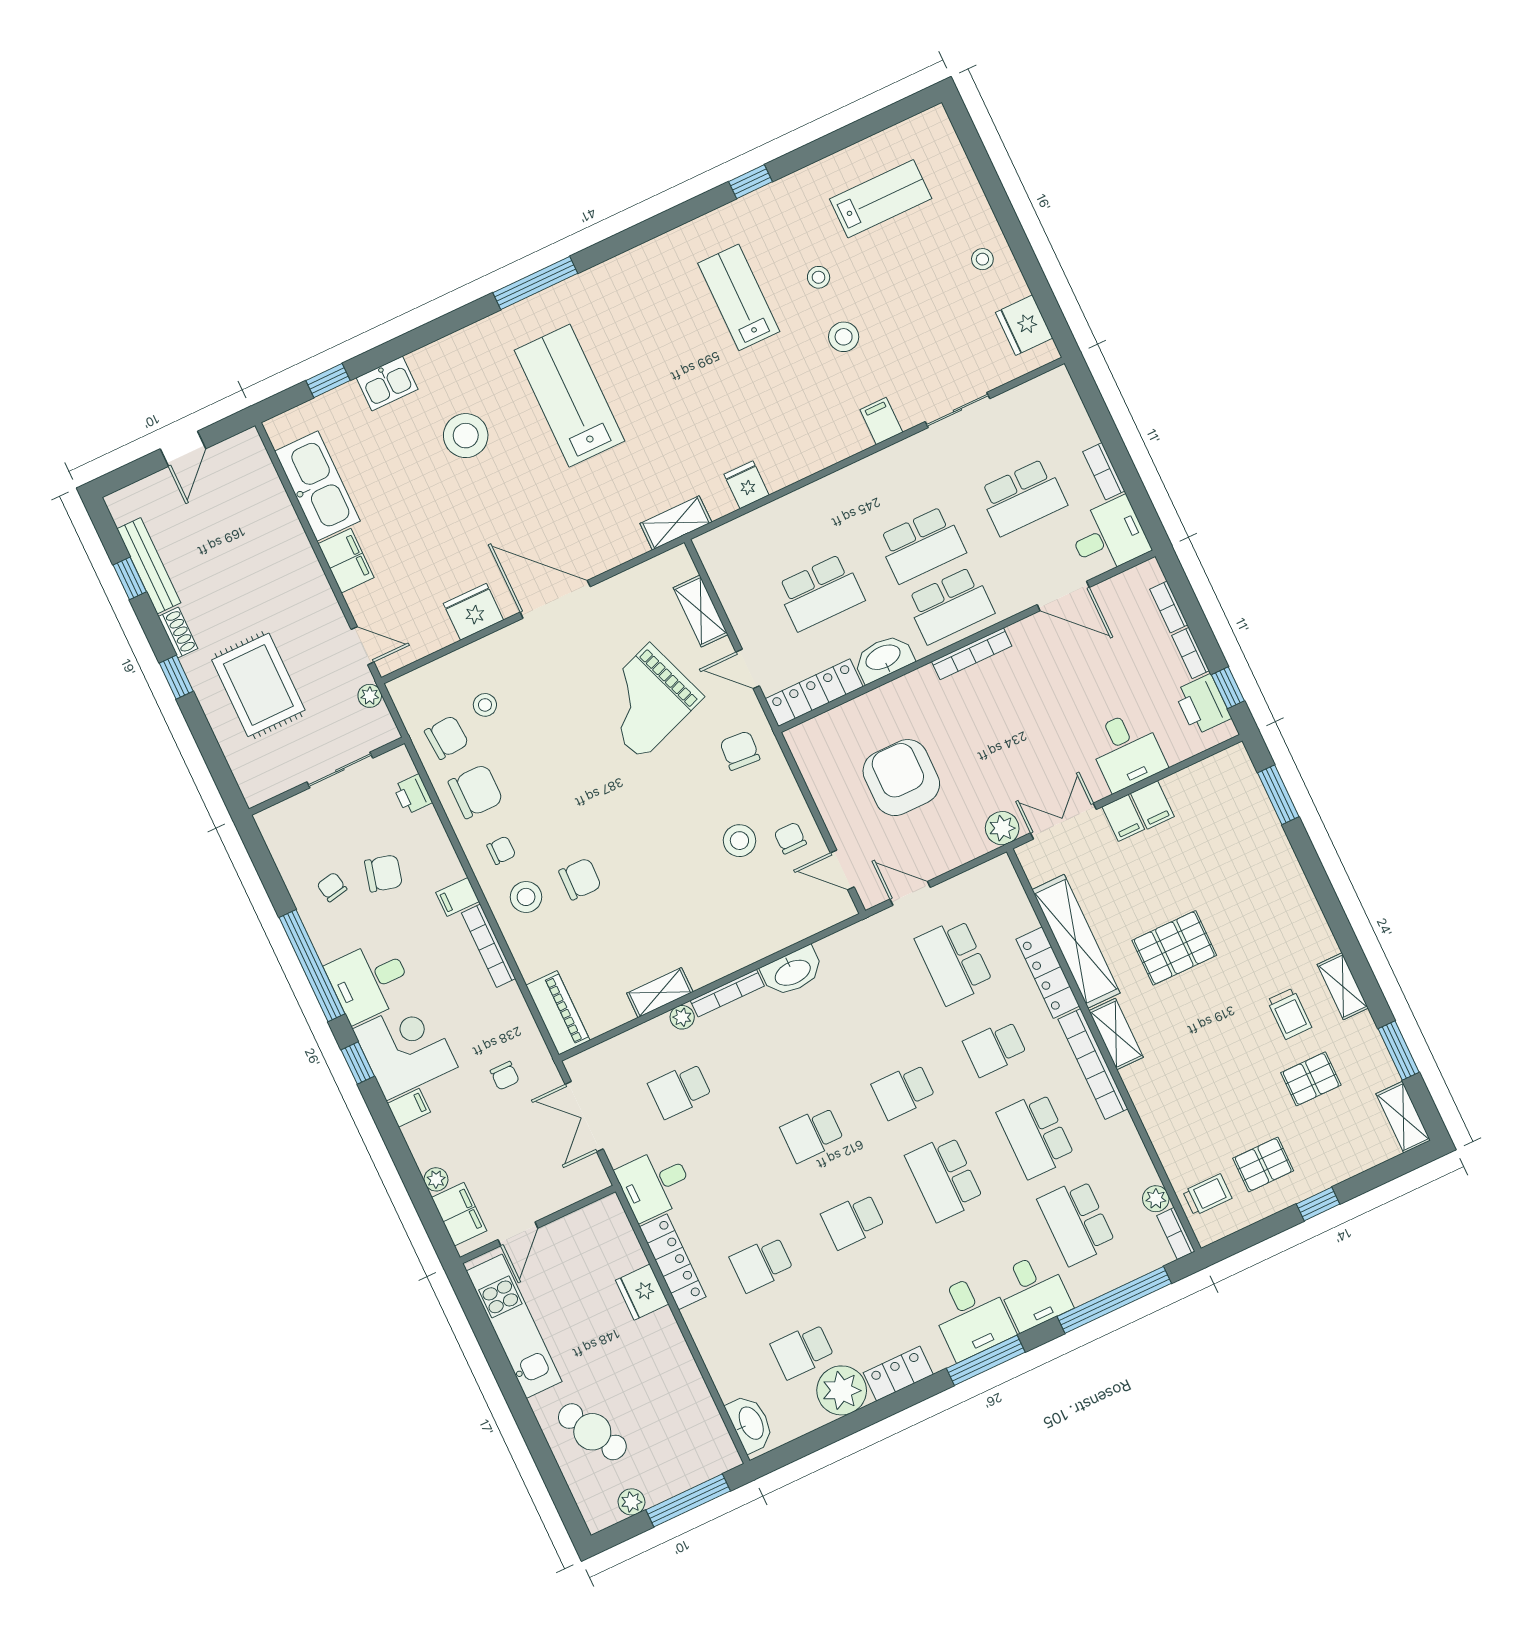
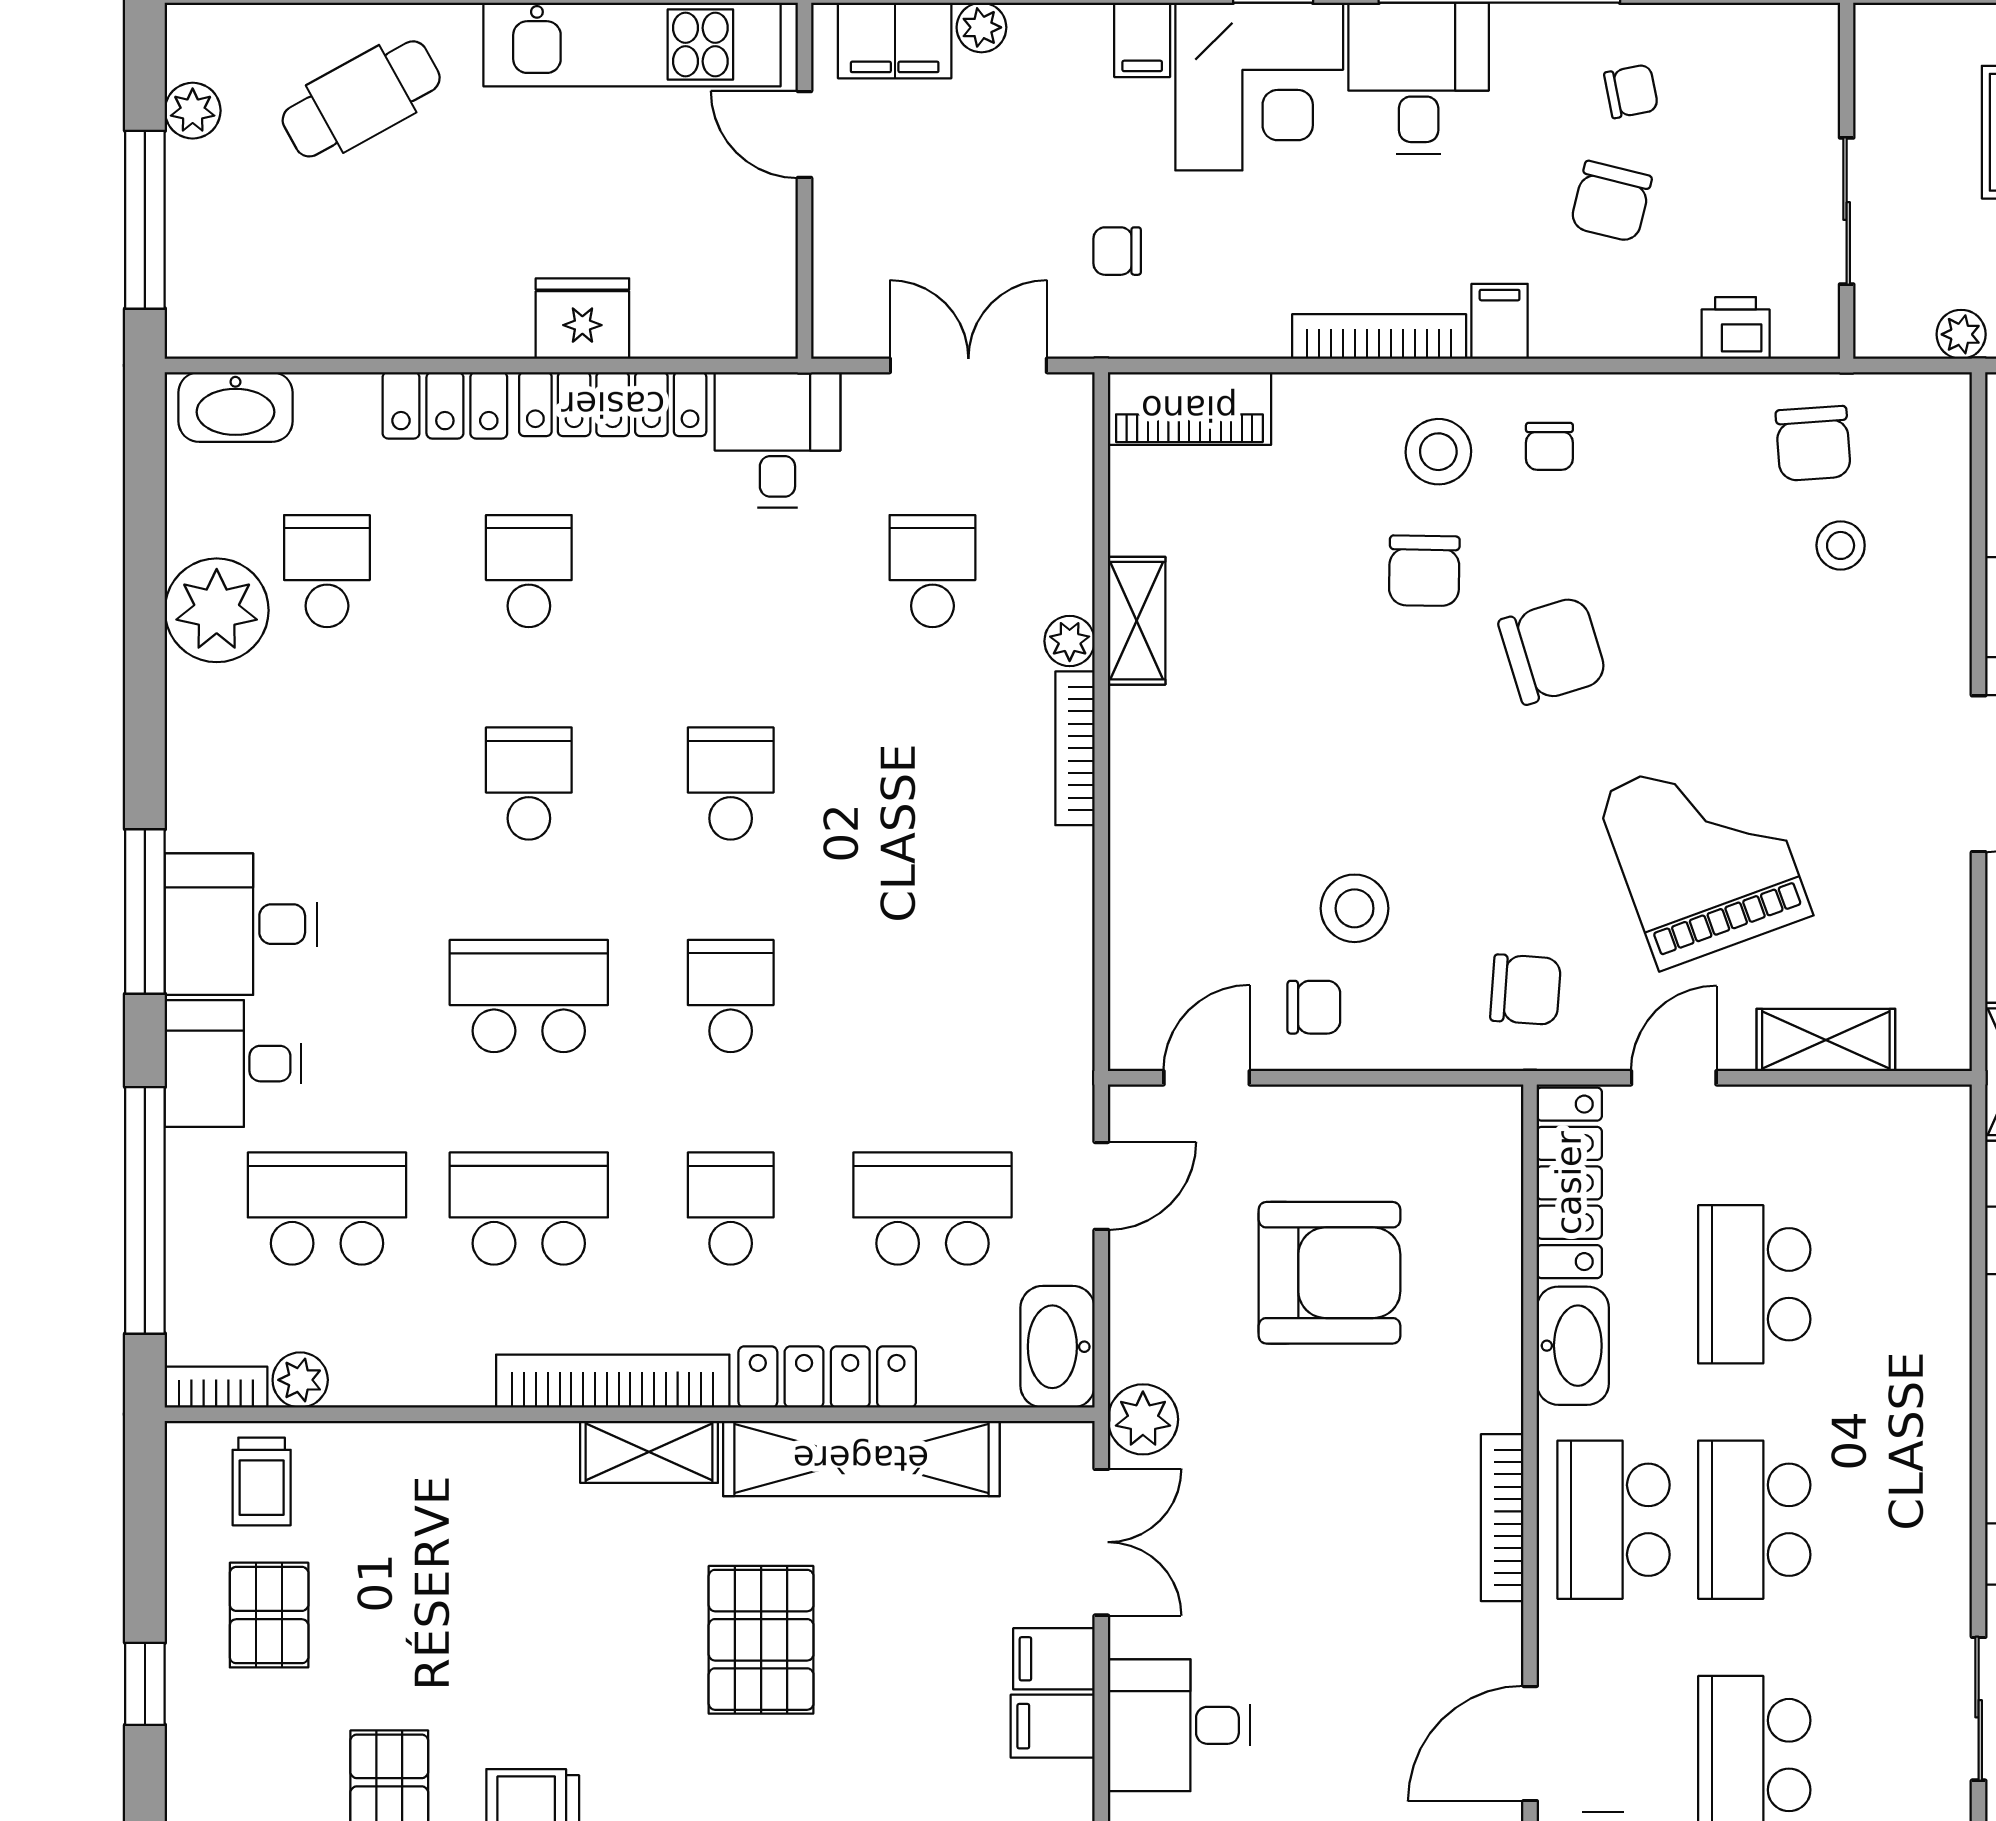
chair: (476, 791) -> (1553, 650), moved, turned -107
washbasin: (792, 972) -> (1058, 1347), moved
locker: (898, 1374) -> (445, 405), moved, turned 90

